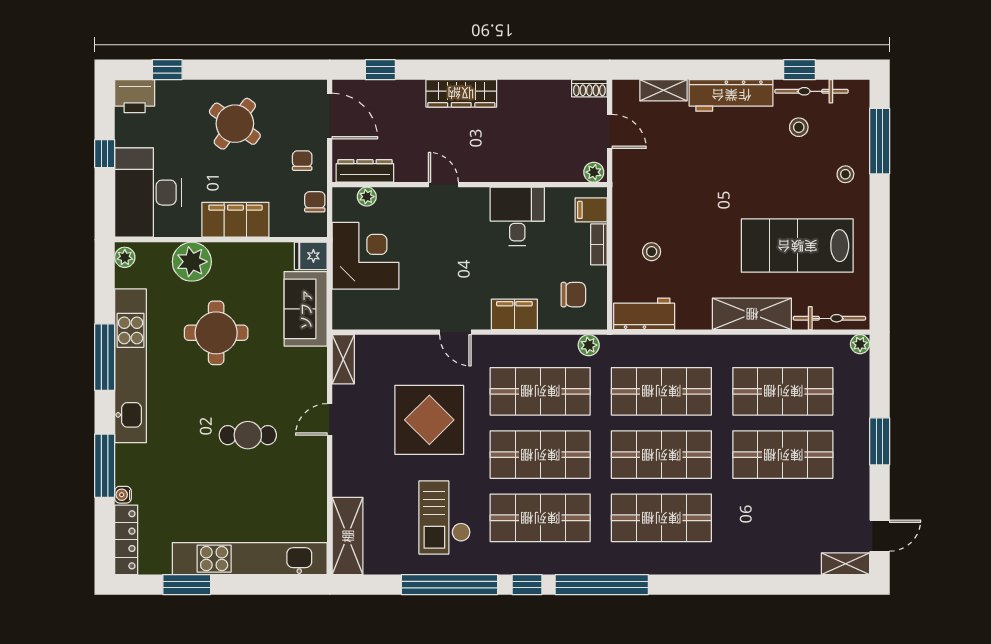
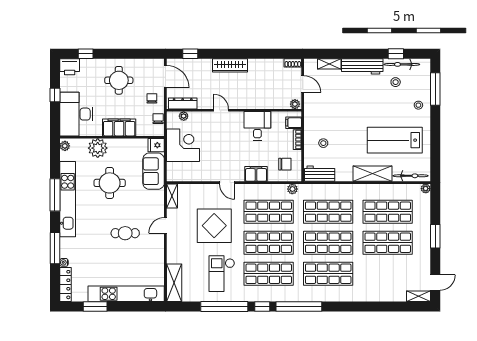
round table: (235, 124) -> (119, 80), turned -36

